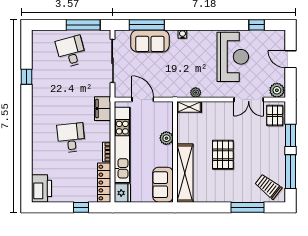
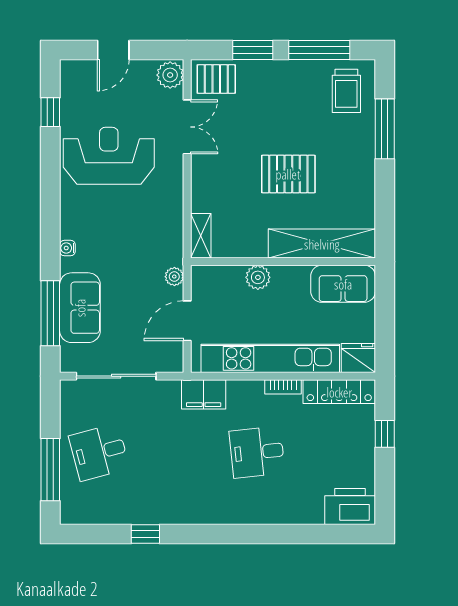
window: (83, 25) -> (50, 470), moved
plant: (196, 93) -> (174, 277), moved
trolley: (268, 186) -> (346, 91), turned -38

